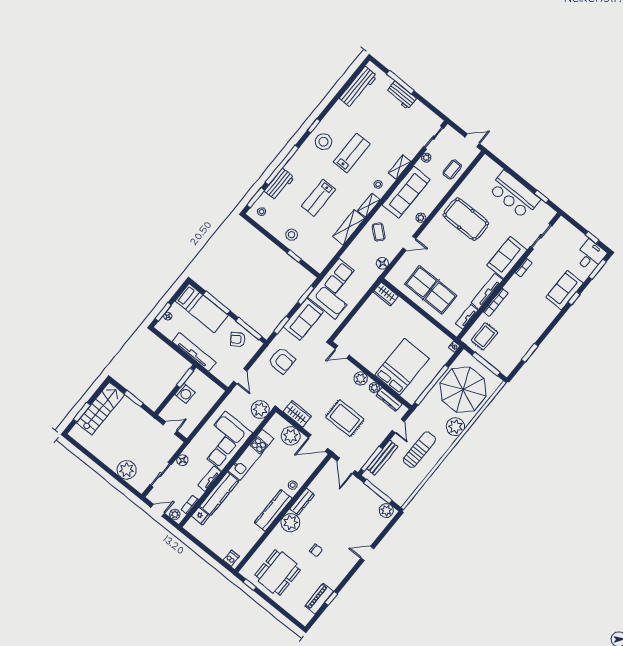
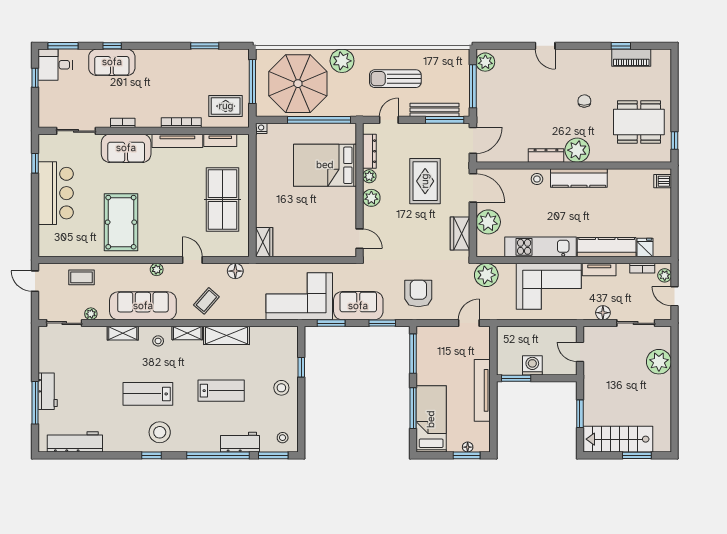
armchair: (238, 339) -> (433, 356), removed

